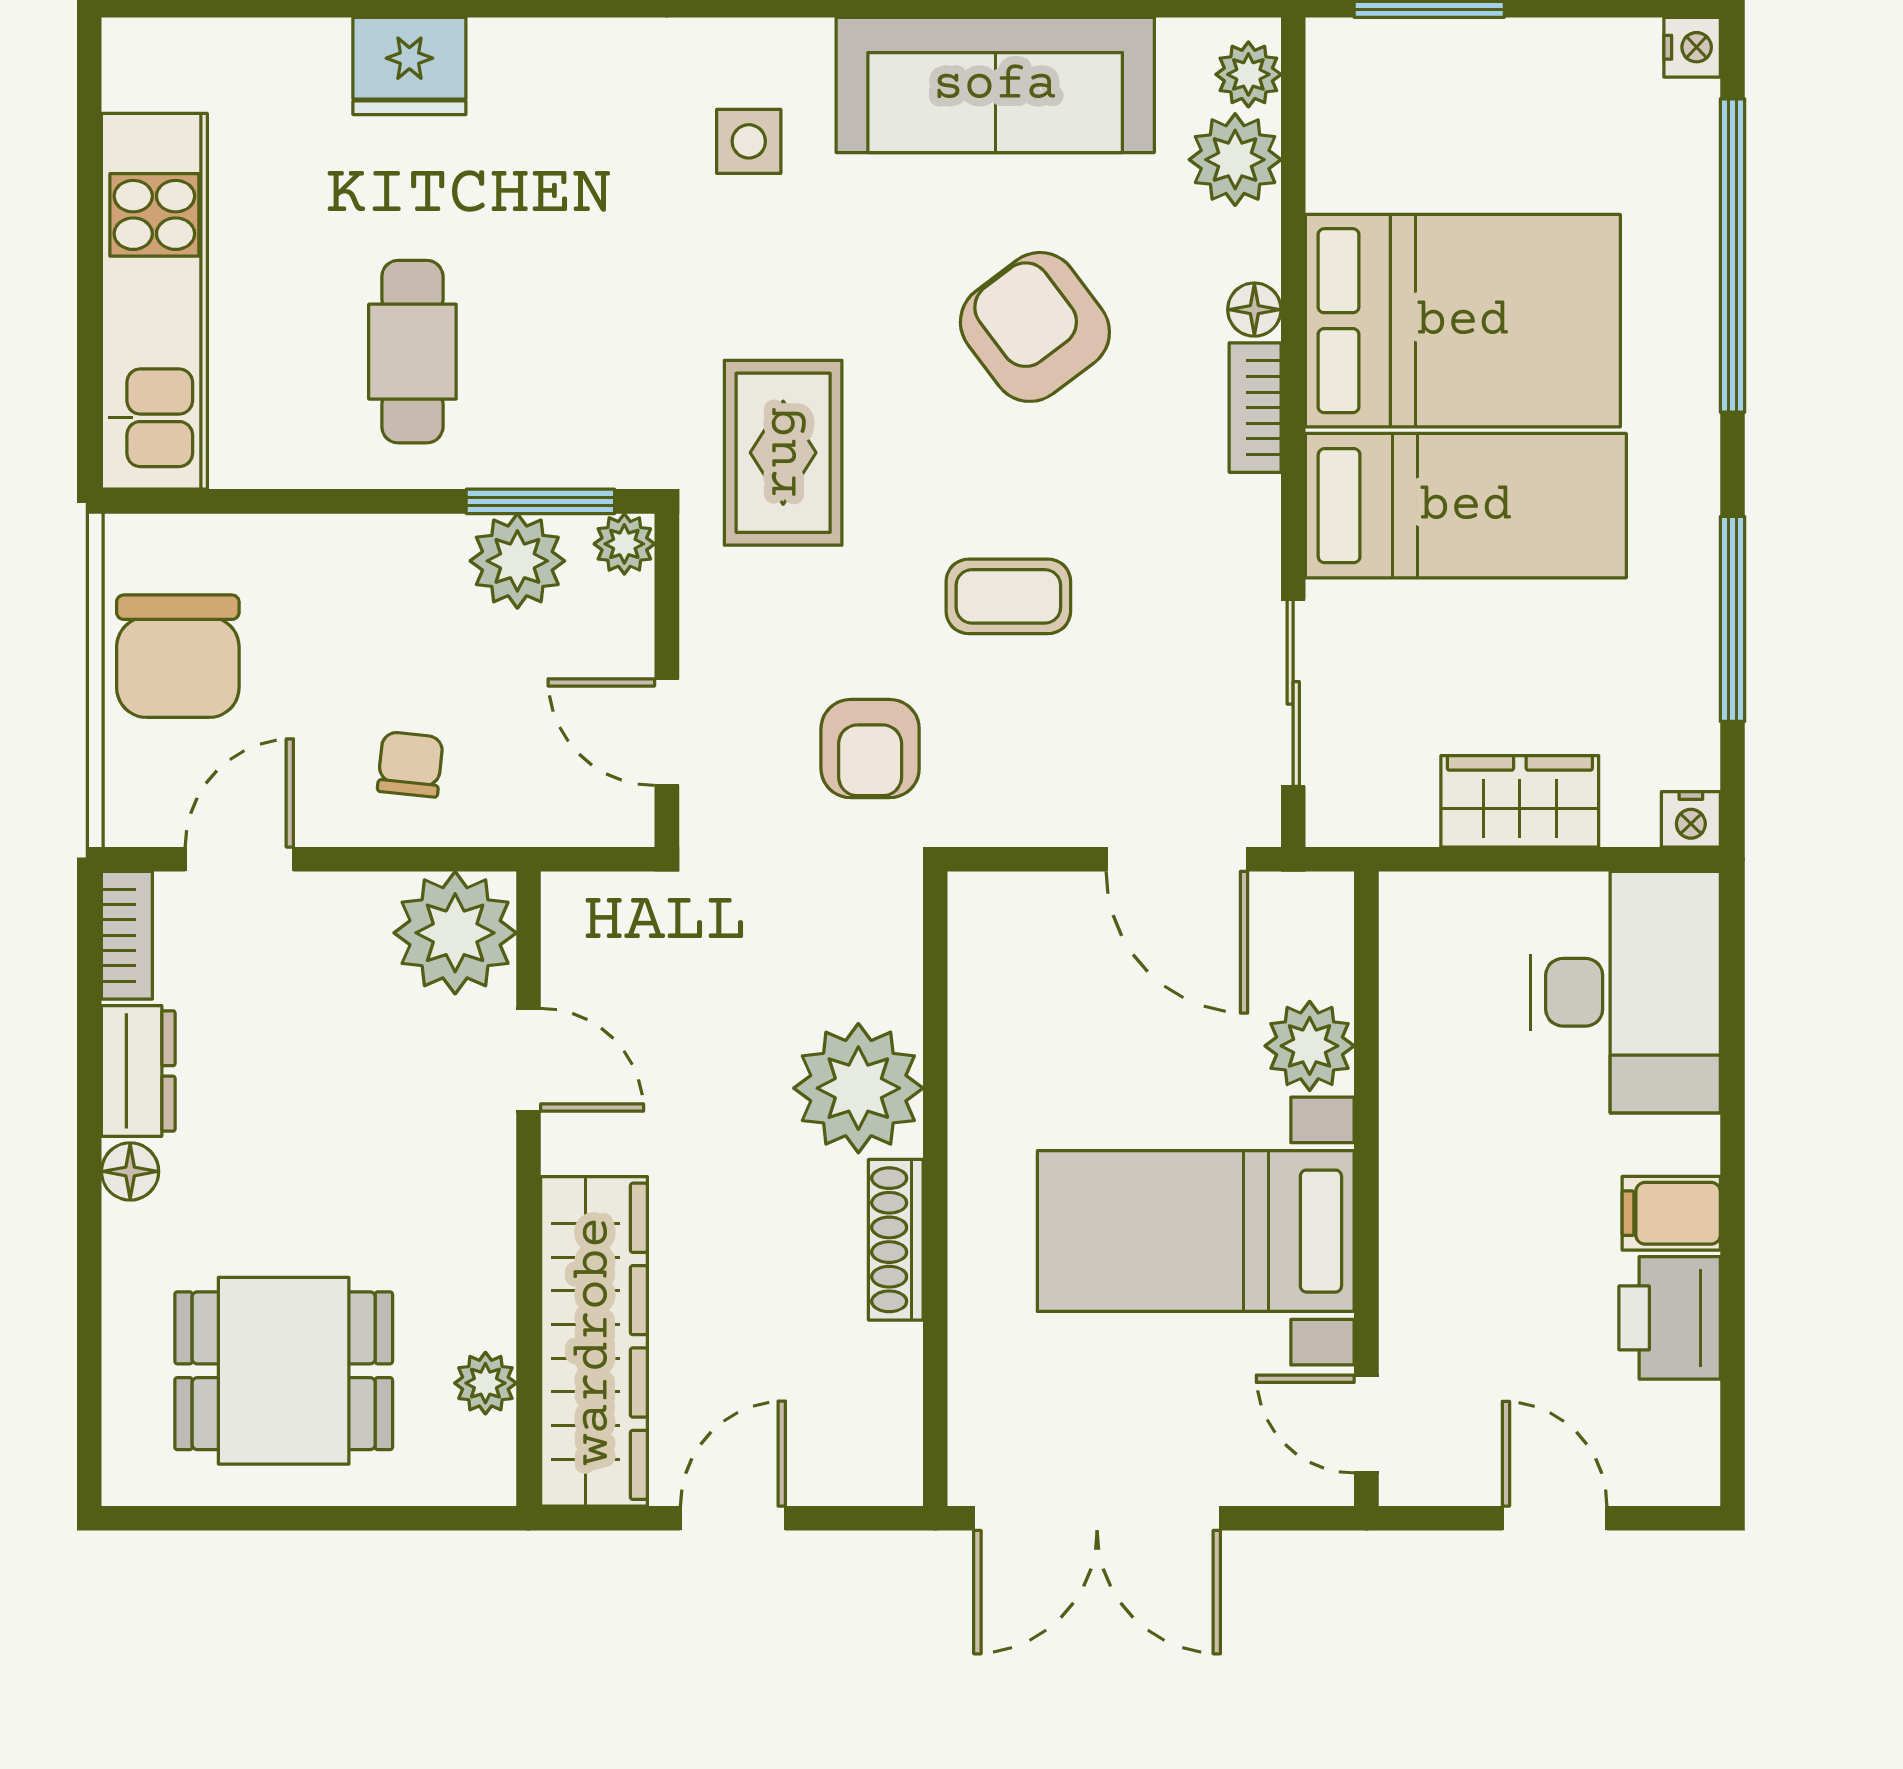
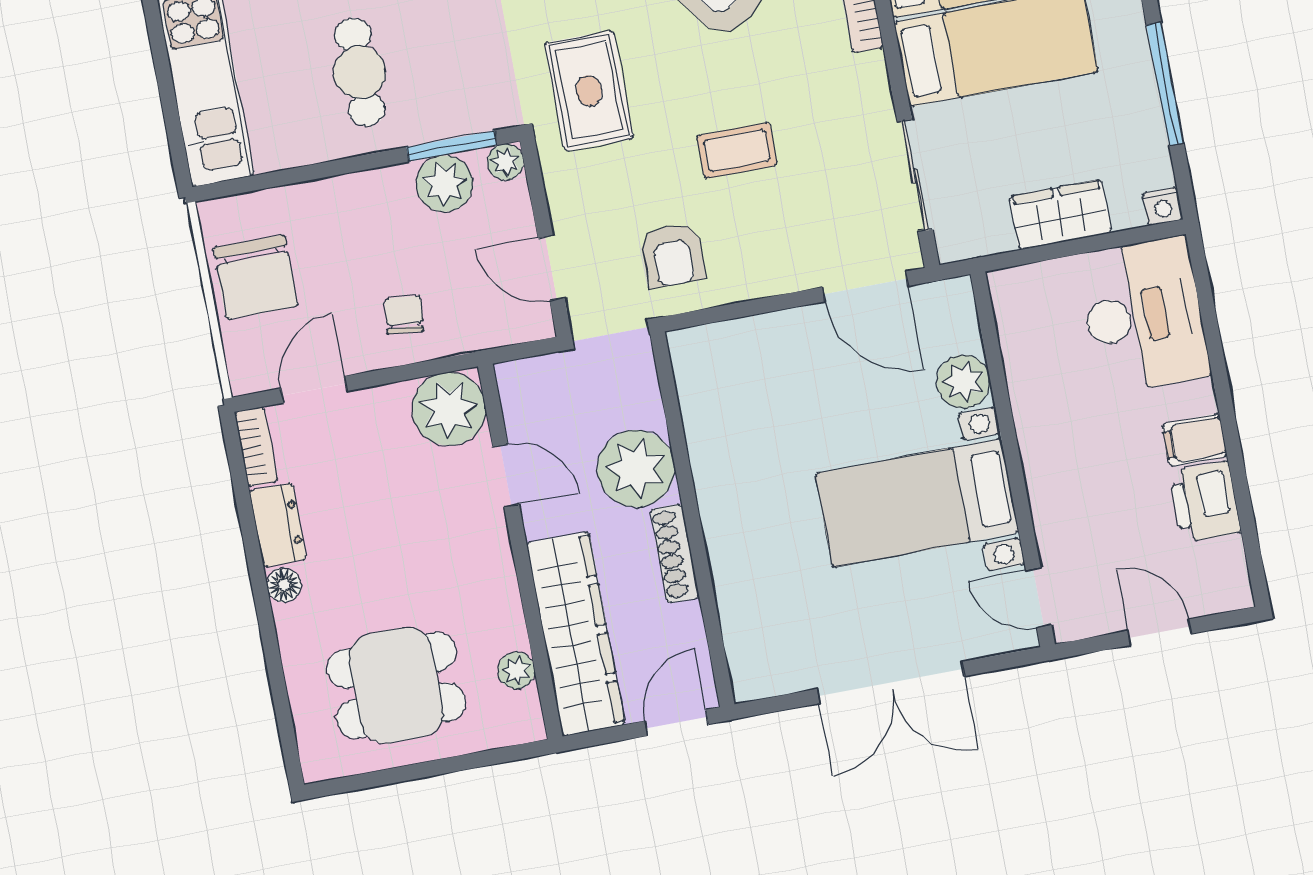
plant: (858, 1088) -> (636, 469), moved
wall: (935, 1189) -> (692, 519), moved
shoe rack: (896, 1240) -> (675, 554), moved

